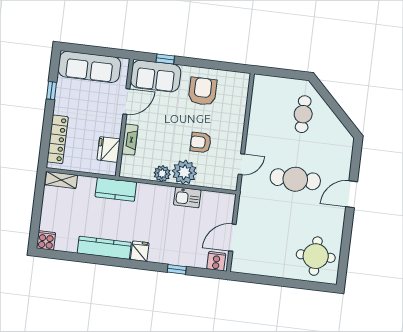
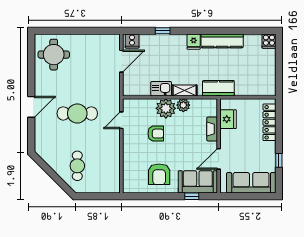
shelving: (61, 180) -> (185, 90), moved

